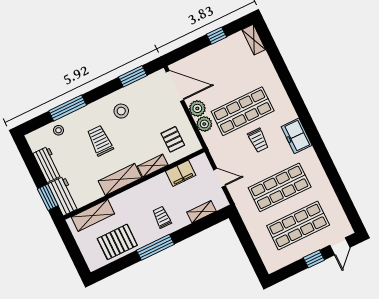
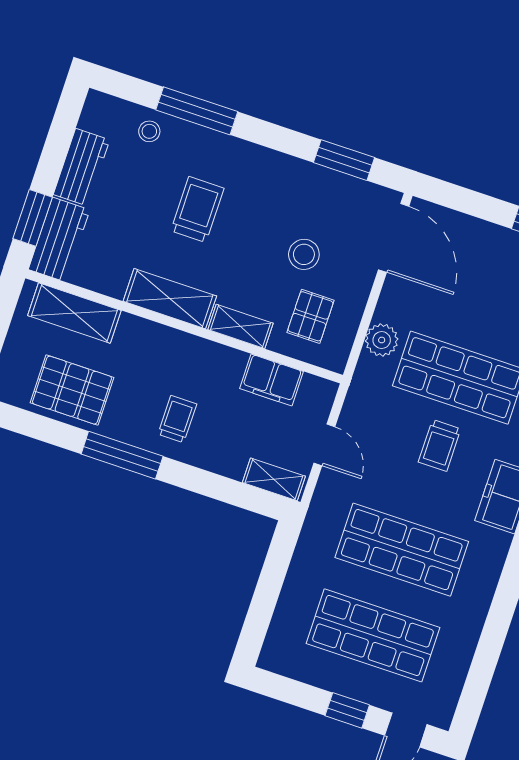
plant: (197, 108) -> (394, 306), removed
stool: (121, 111) -> (304, 254), moved
shelving: (201, 212) -> (274, 479), moved

